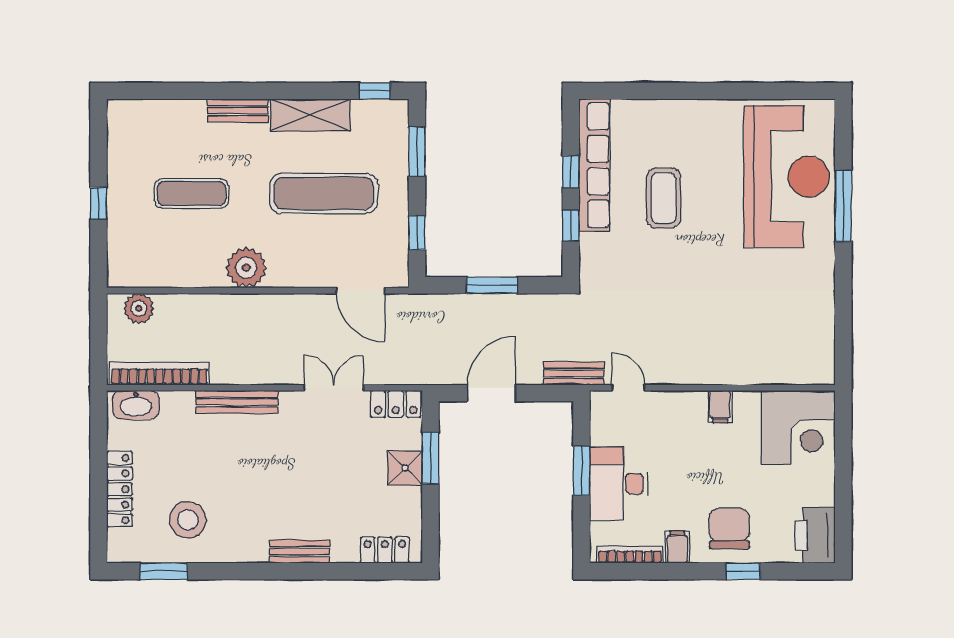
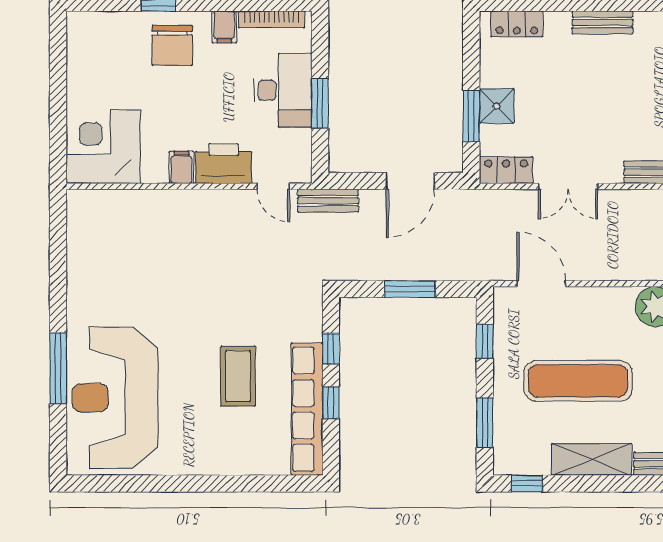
printer: (815, 535) -> (224, 164), moved, turned -90

